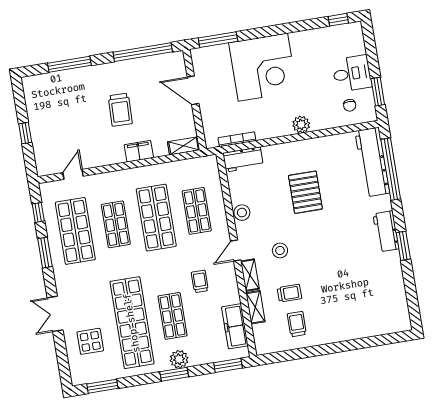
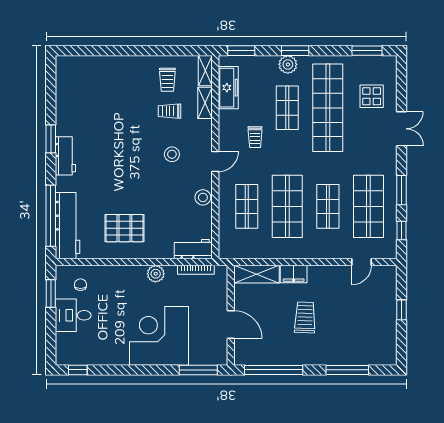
plant: (301, 125) -> (156, 274), moved
shelving: (184, 146) -> (257, 274), width x1.50, depth x1.33
pallet: (305, 192) -> (124, 228), moved, turned 90
shelving: (250, 275) -> (205, 71), moved

